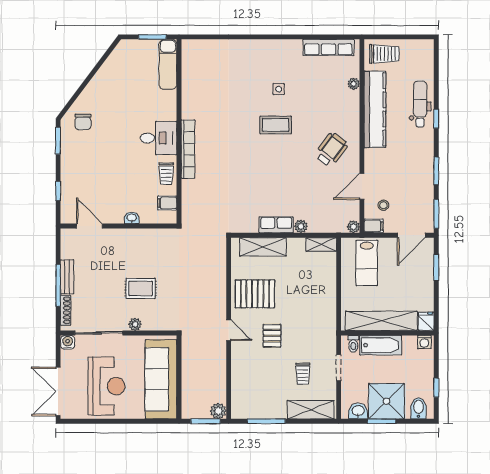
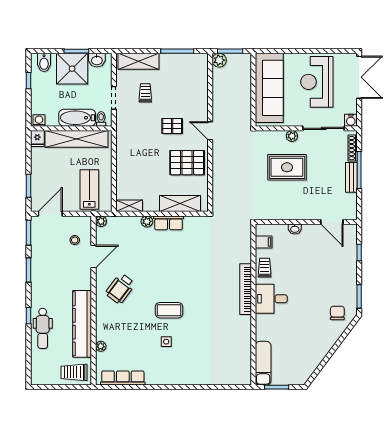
filing cabinet: (374, 226) -> (83, 222), removed
rug: (141, 288) -> (287, 167), width x1.36, depth x1.43
pallet: (272, 336) -> (172, 126), turned 90

